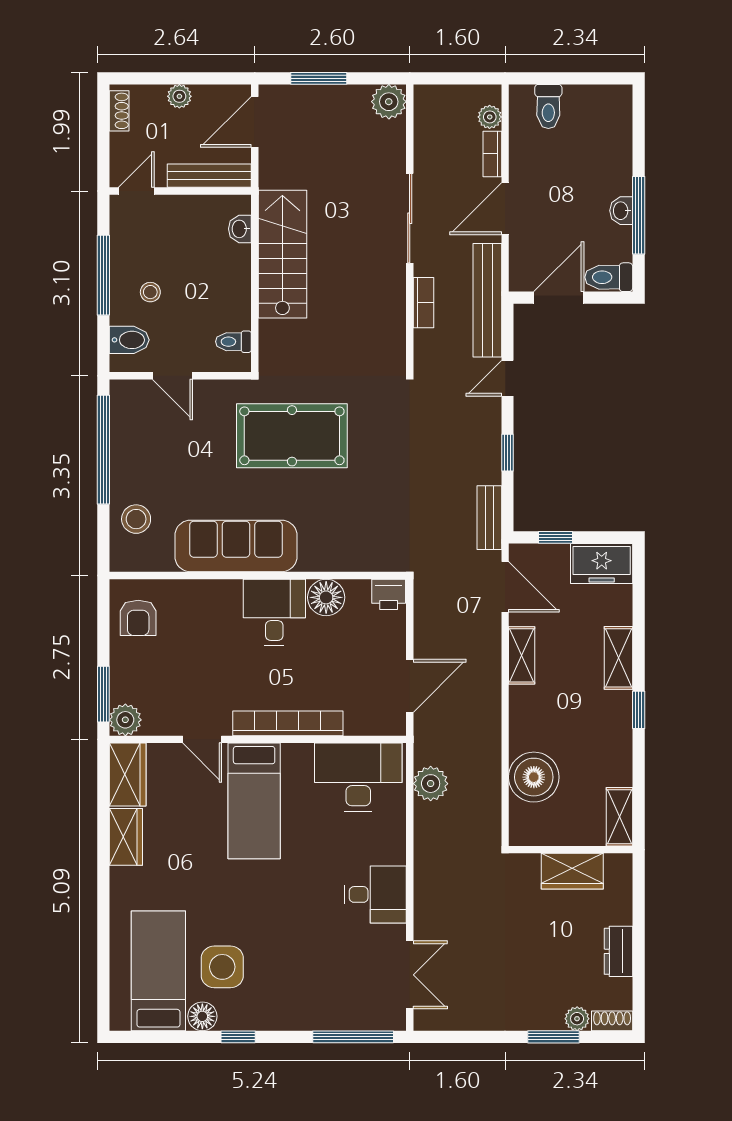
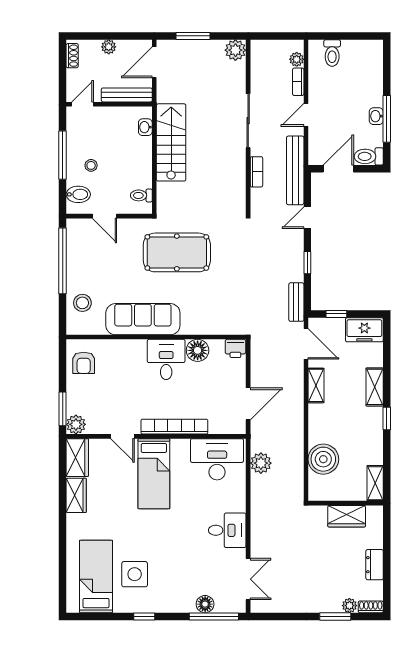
door: (505, 209) -> (306, 115), width x0.73
floor lamp: (202, 1016) -> (205, 604), moved

